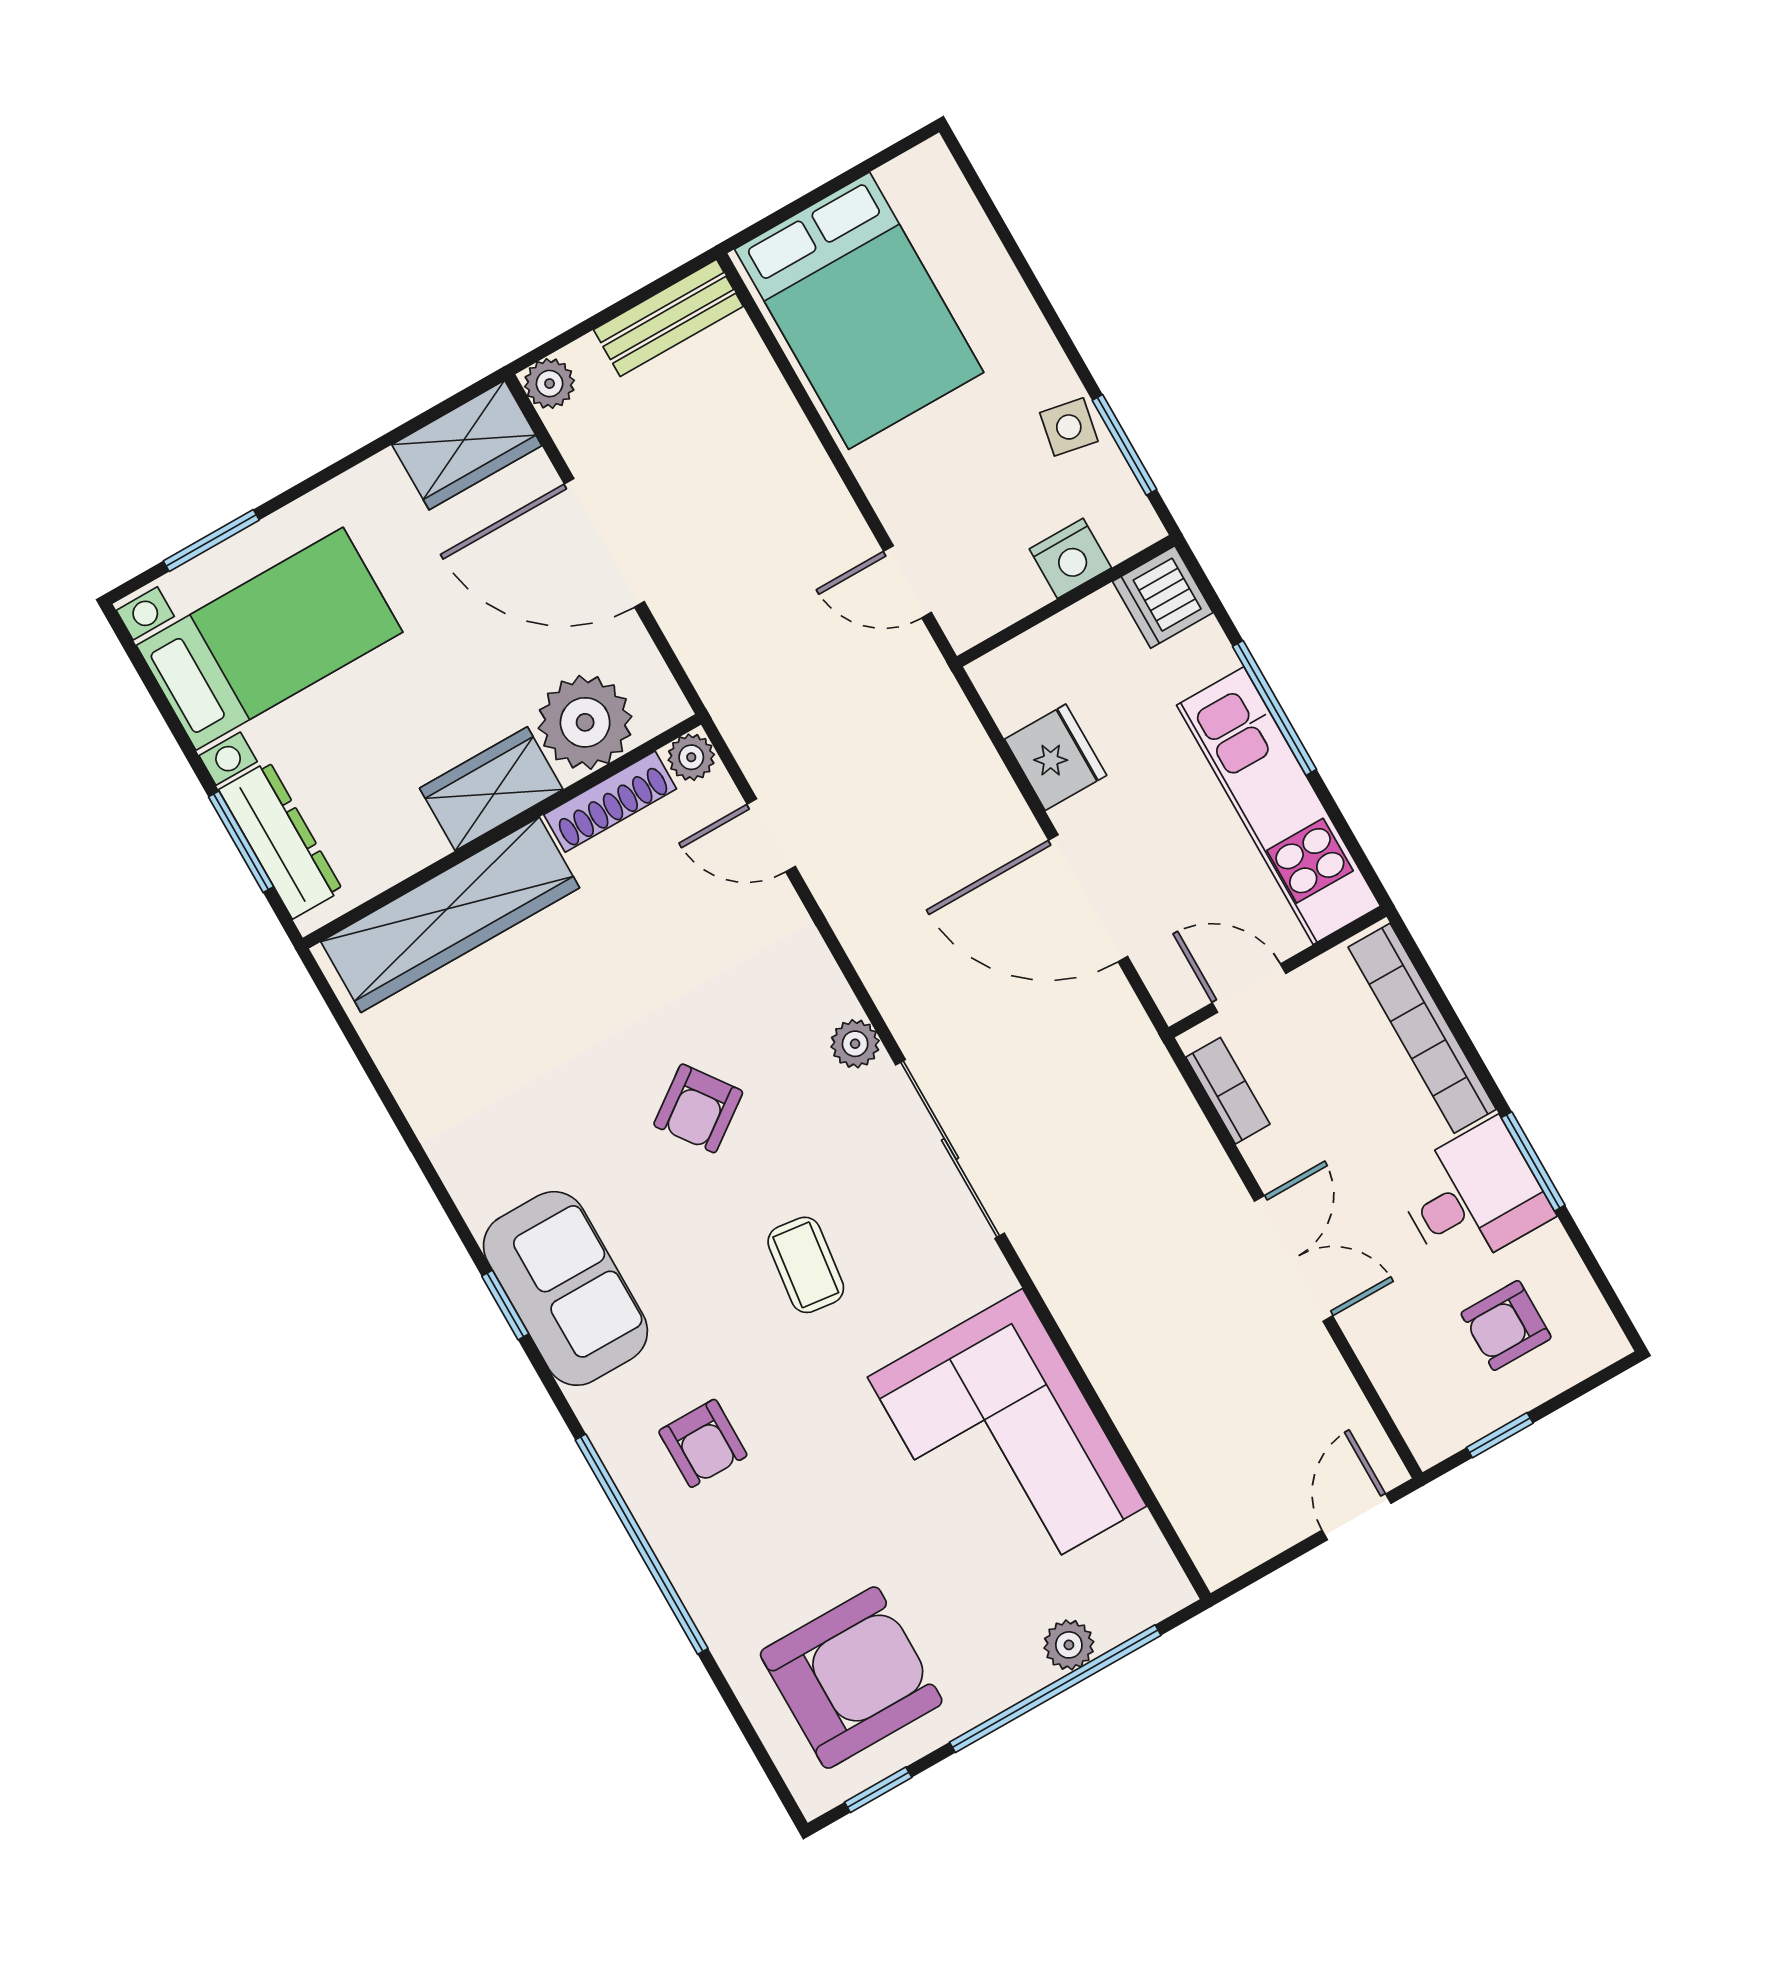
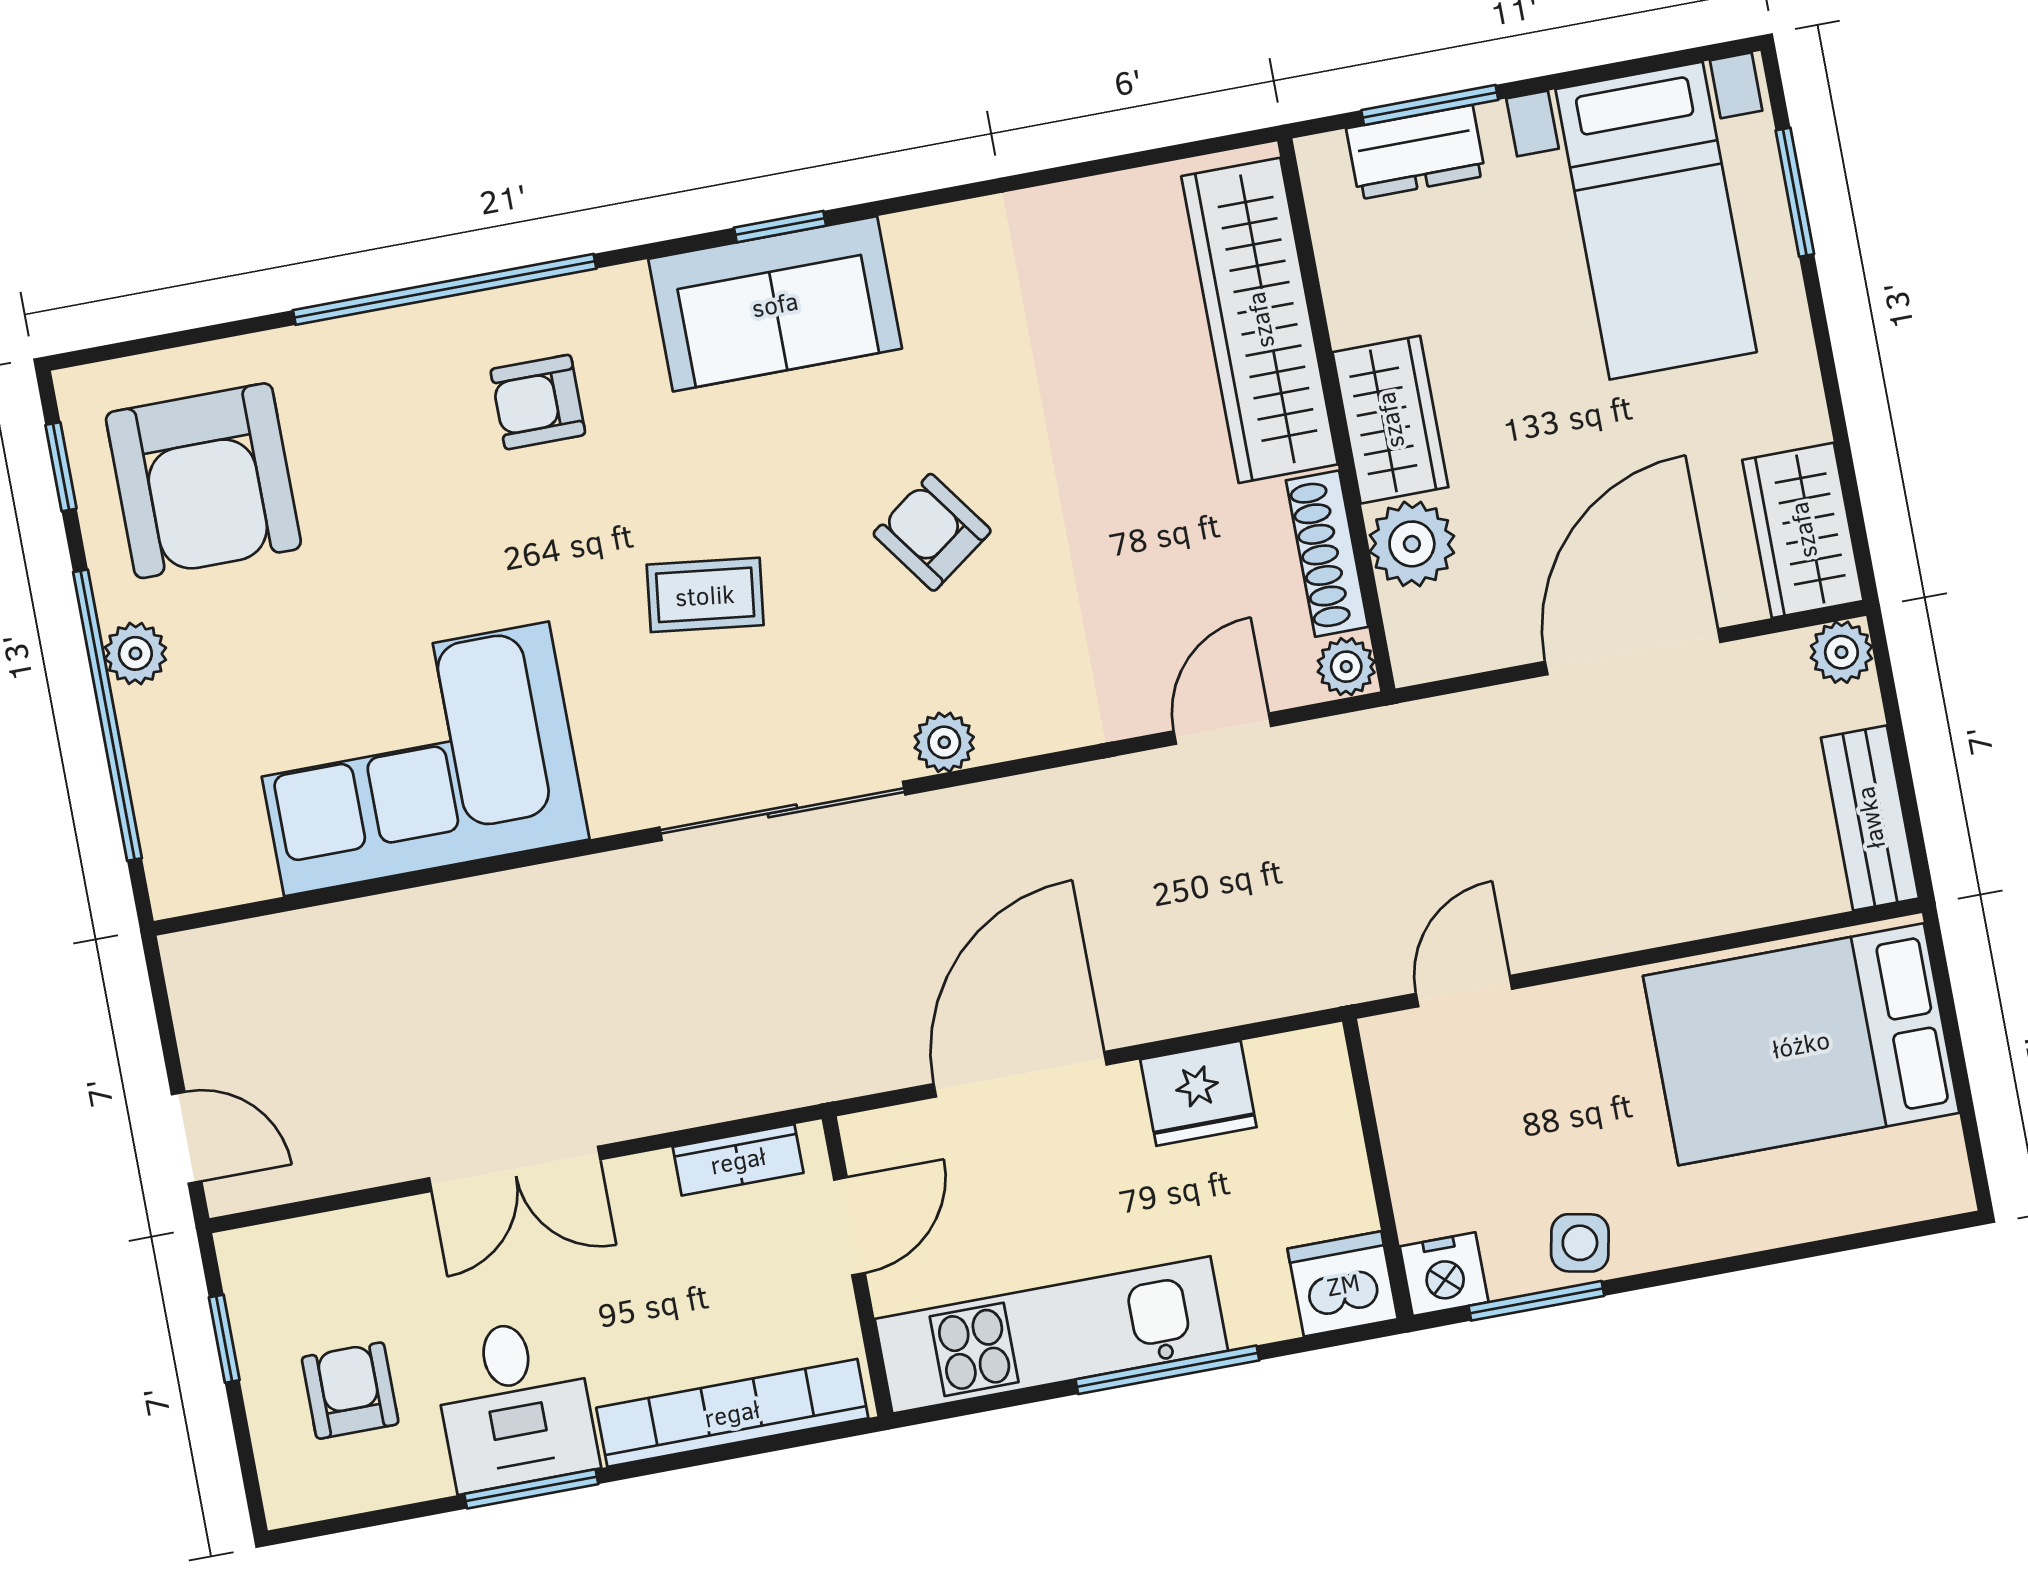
nightstand: (1070, 558) -> (1444, 1274), moved, turned -90
plant: (585, 722) -> (1412, 544), width x0.73, depth x0.73
dresser: (281, 840) -> (1416, 152), width x0.70
plant: (1069, 1645) -> (135, 653), moved

